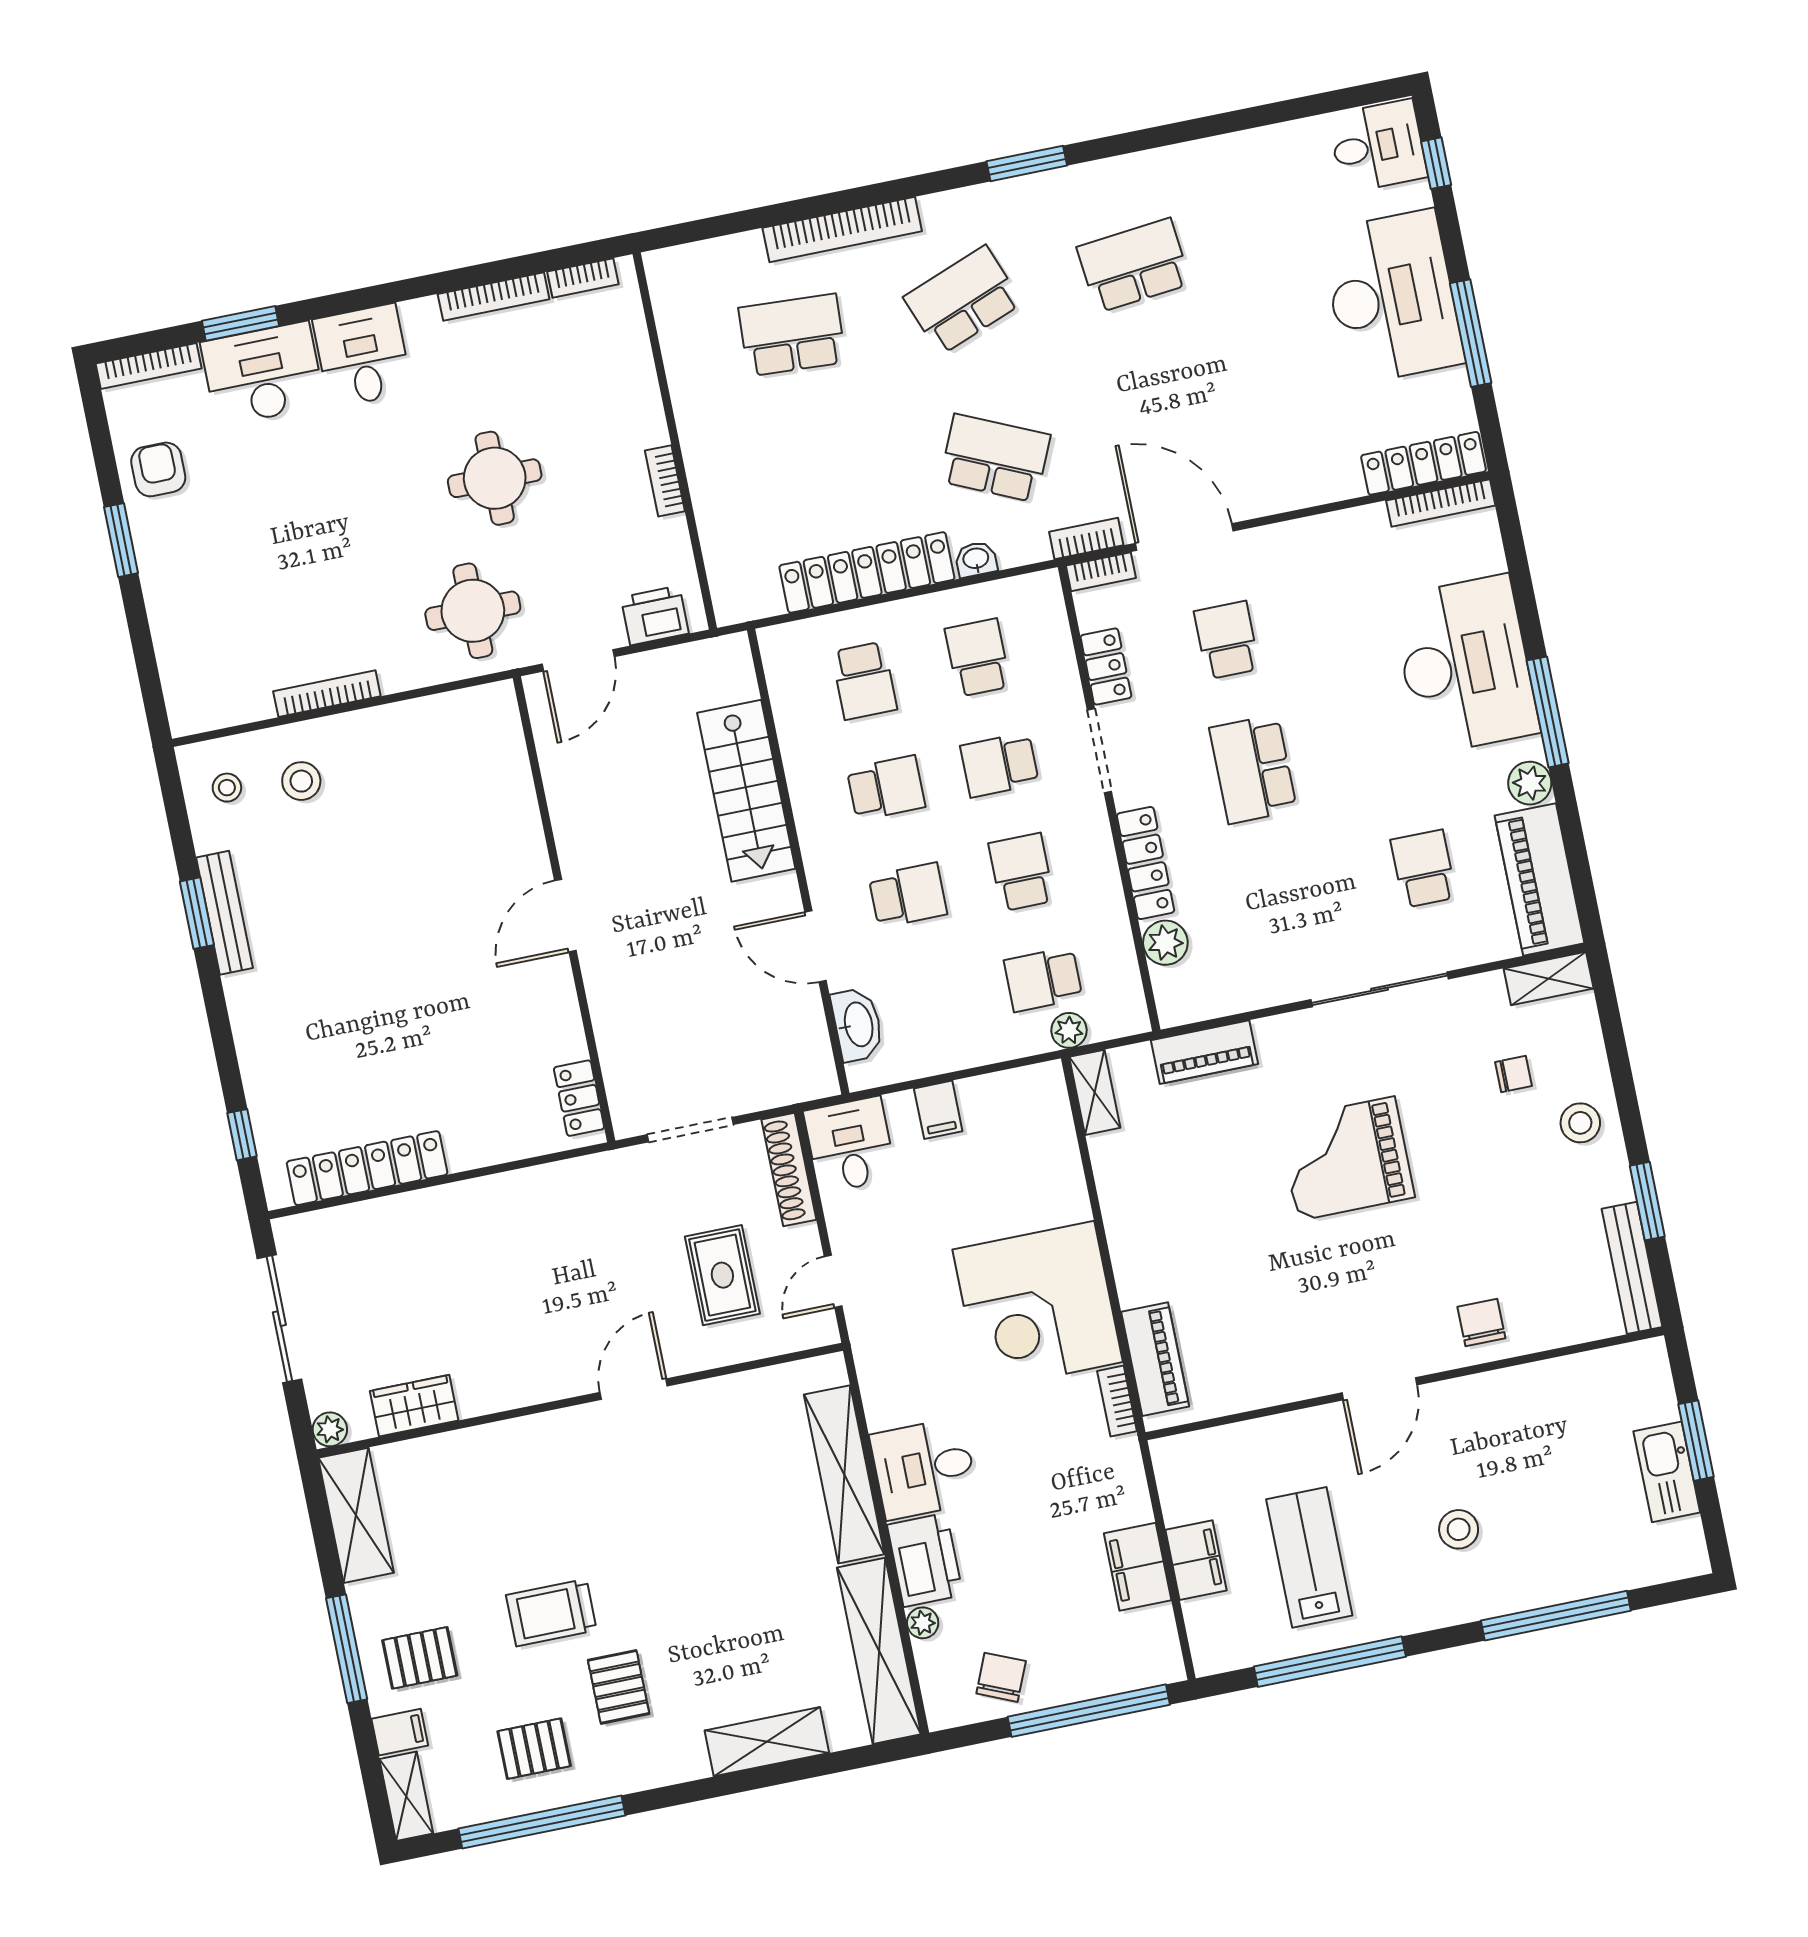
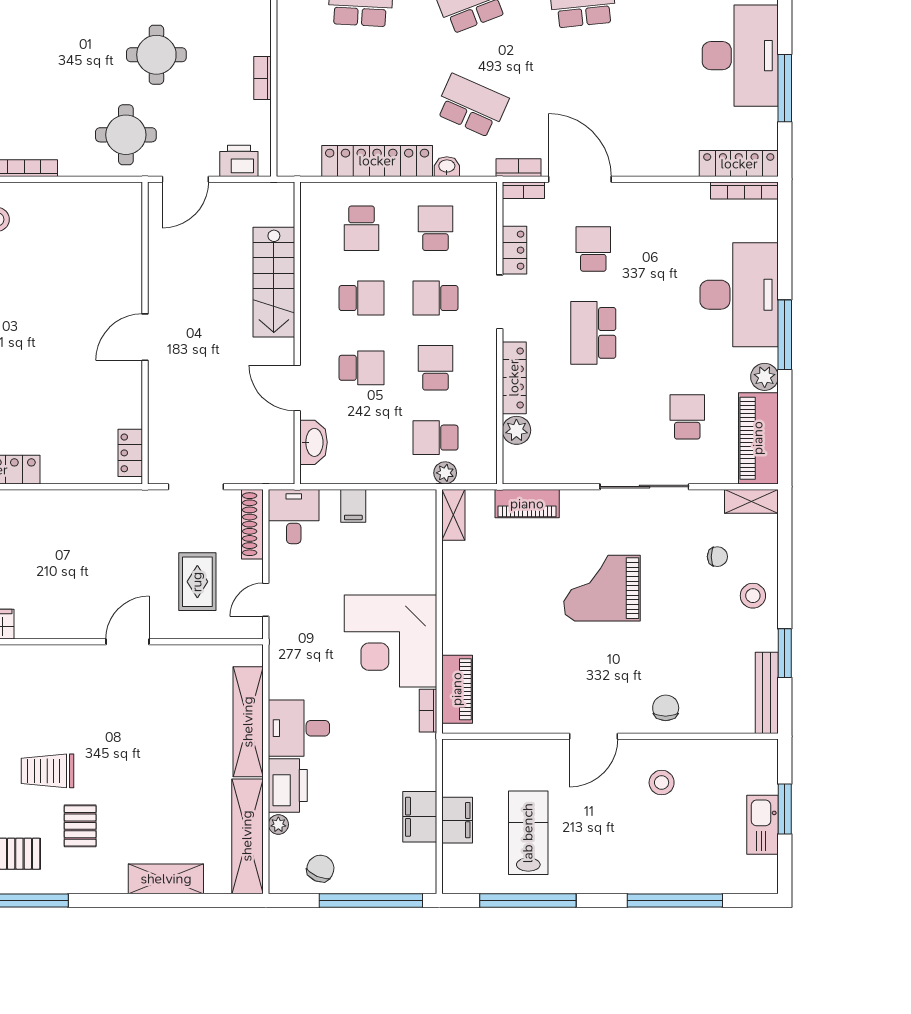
stool: (1459, 1529) -> (662, 783), moved

